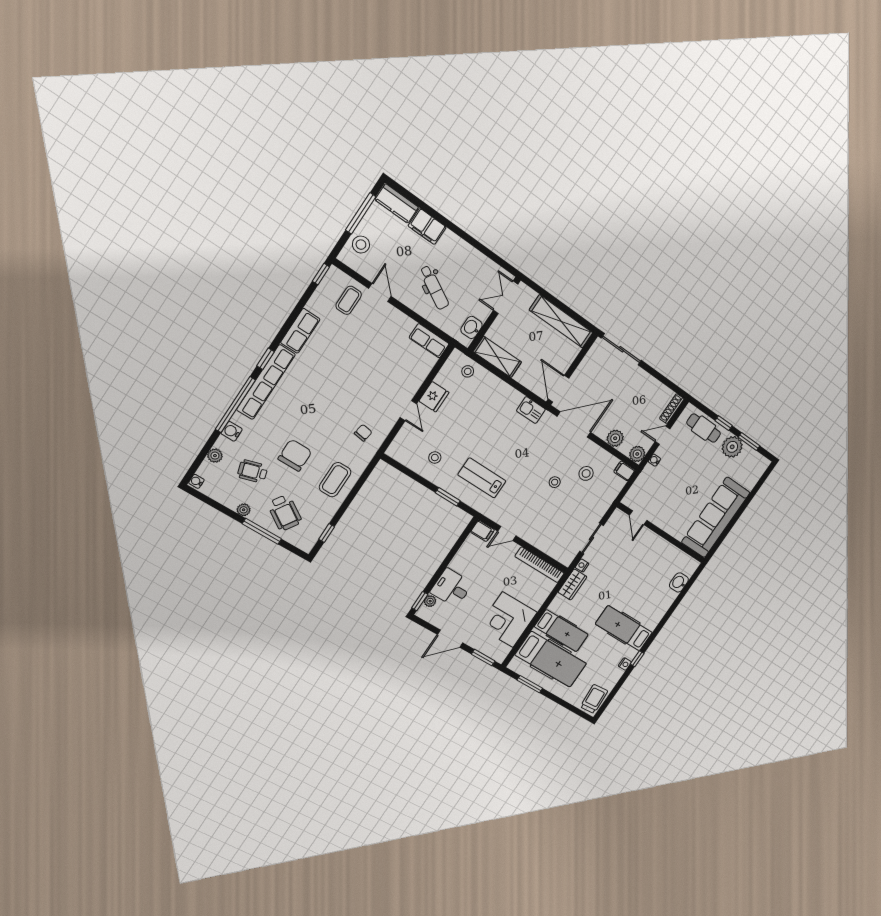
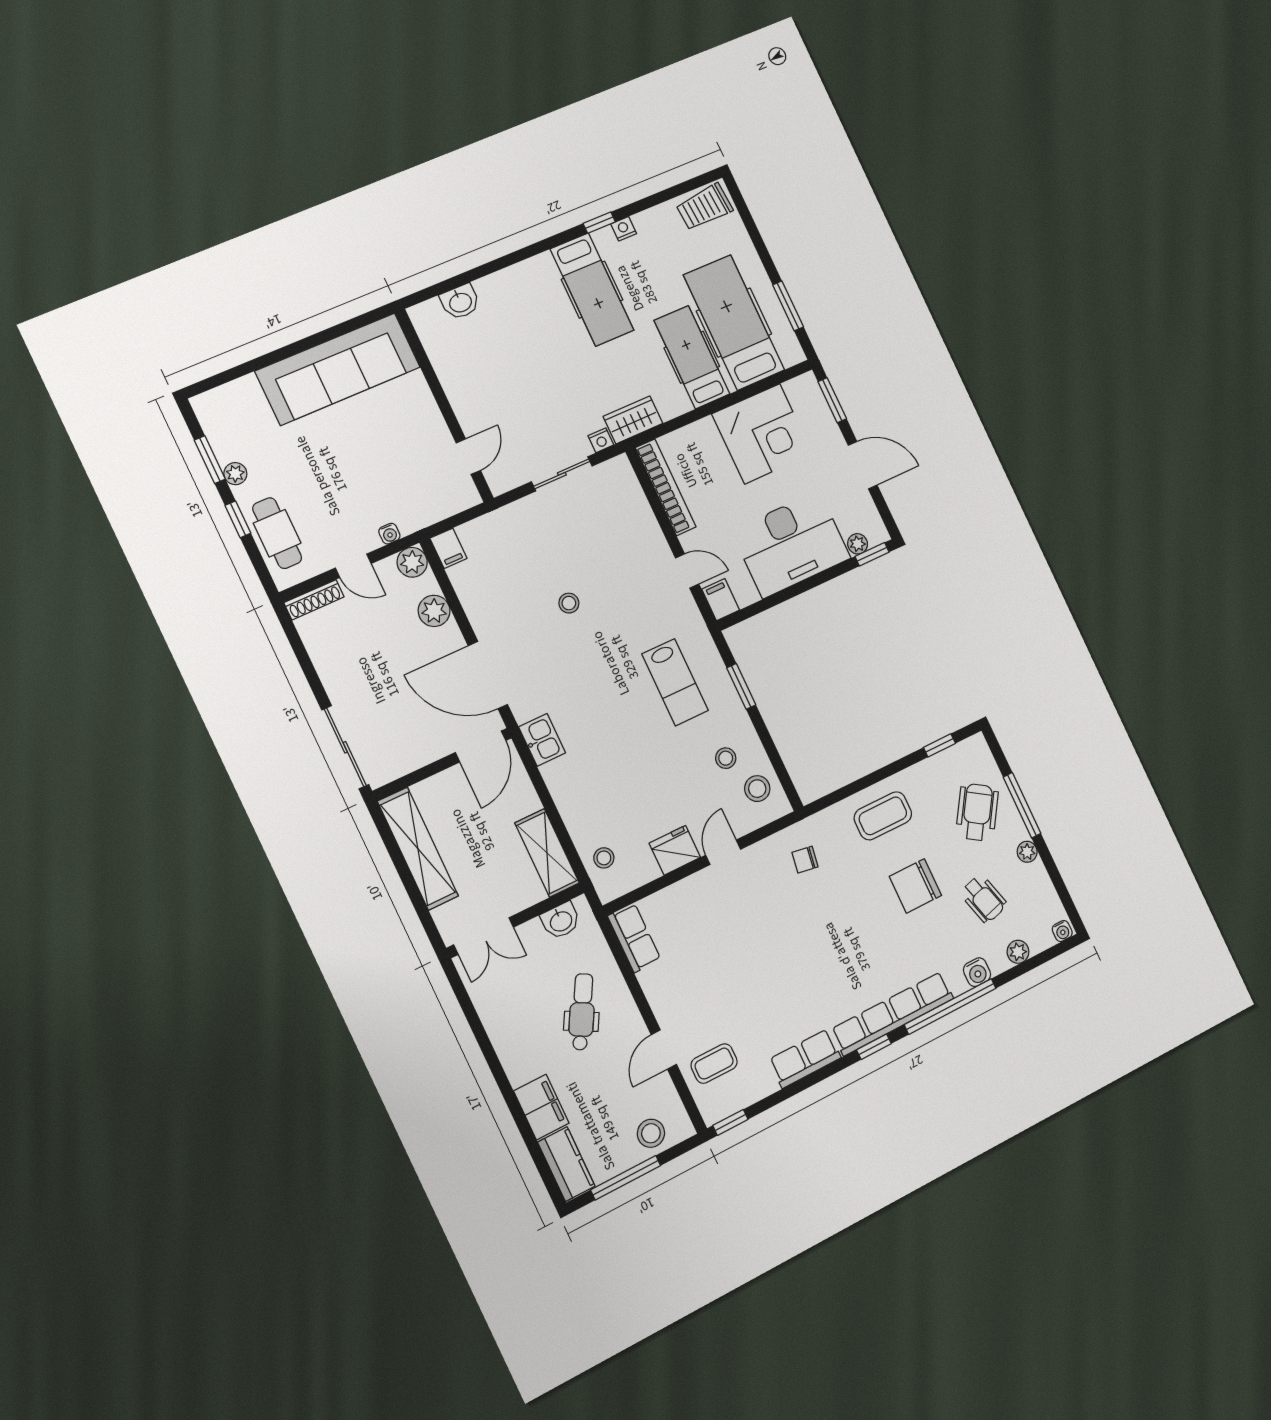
plant: (732, 447) -> (235, 474), width x0.53, depth x0.53
stool: (586, 473) -> (757, 789), moved
desk: (452, 588) -> (791, 544), width x1.87, depth x1.30

